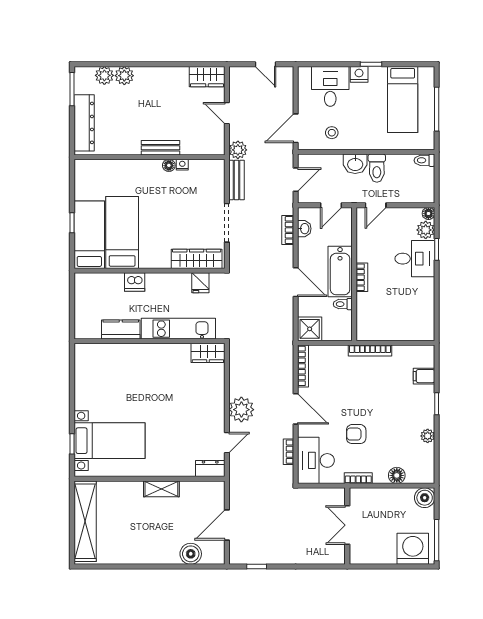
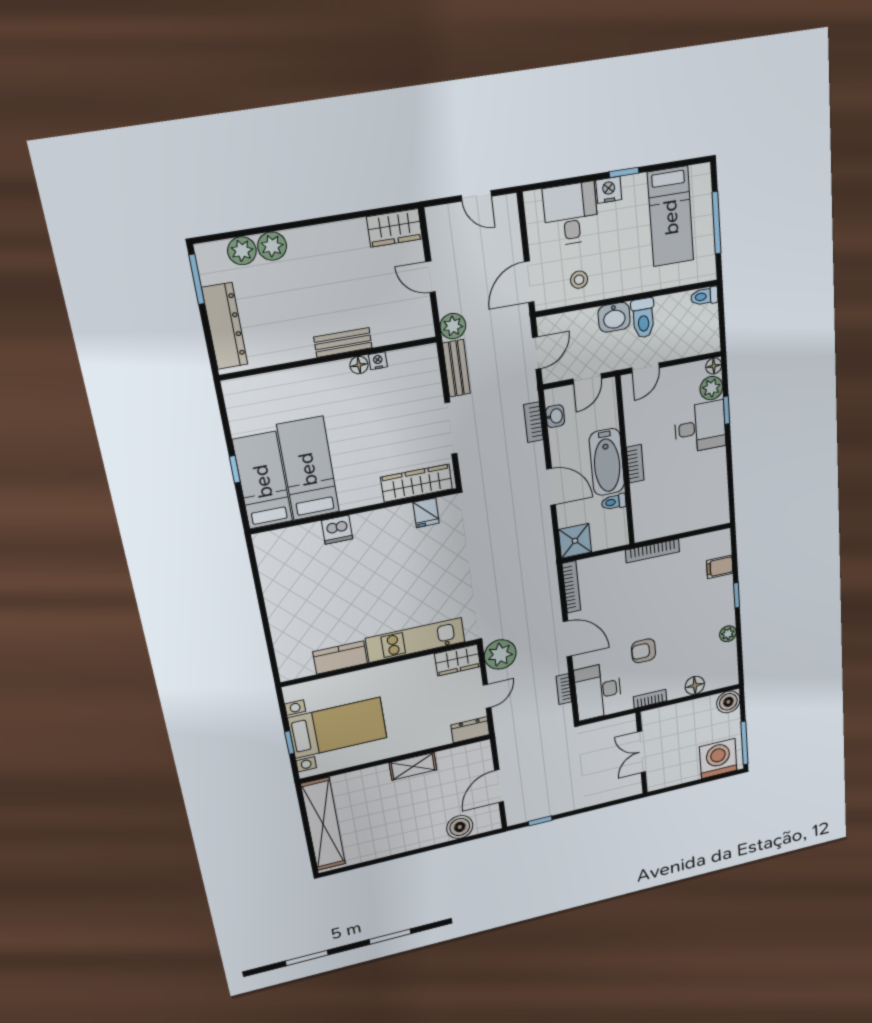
kitchen counter: (121, 329) -> (340, 657), moved
kitchen unit: (178, 329) -> (415, 640), moved
wall: (149, 341) -> (380, 663), moved
wardrobe: (208, 353) -> (457, 660), moved

